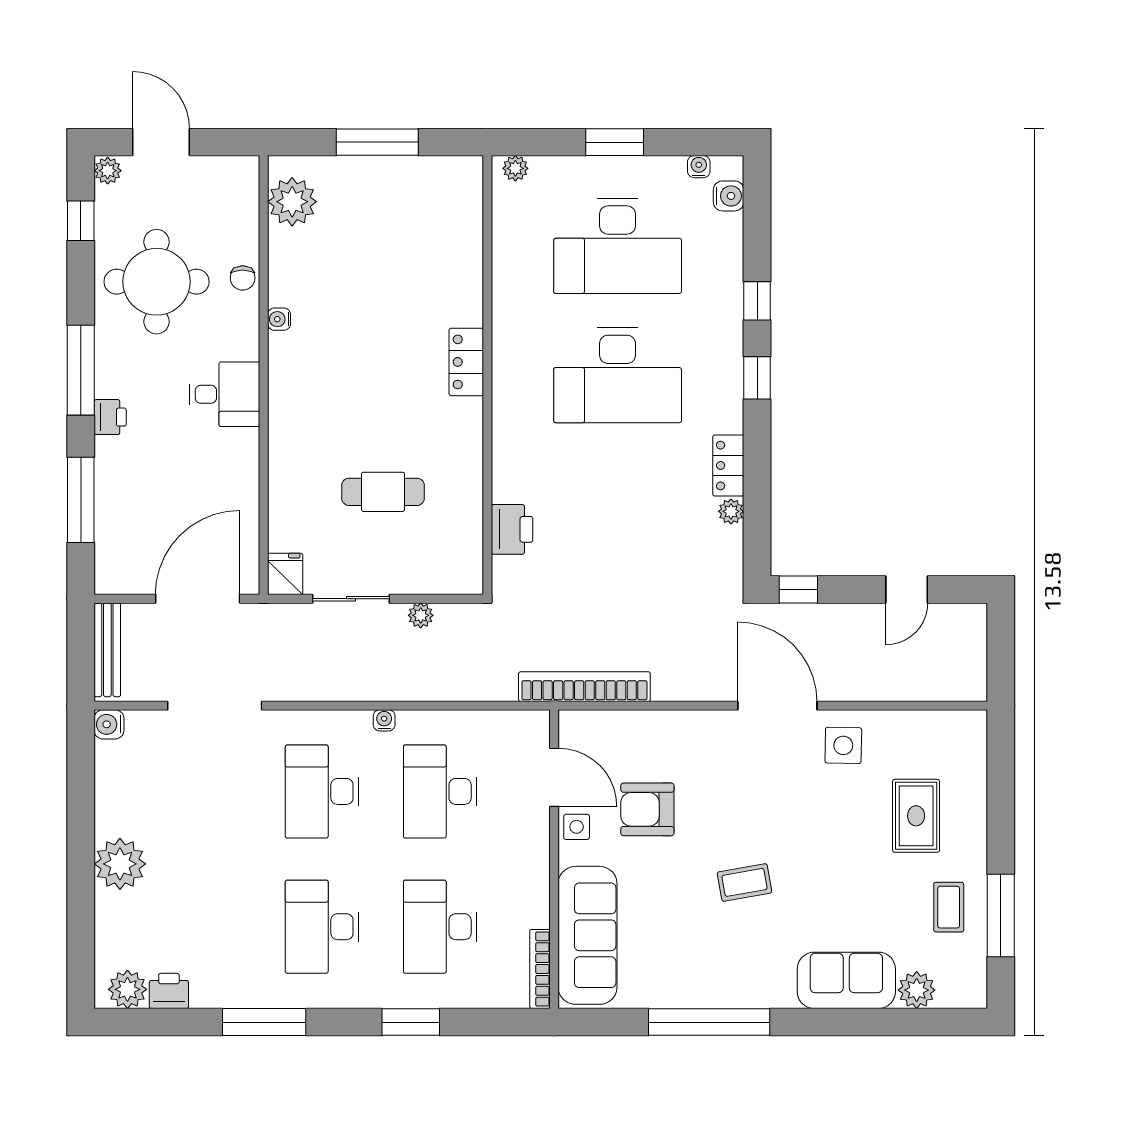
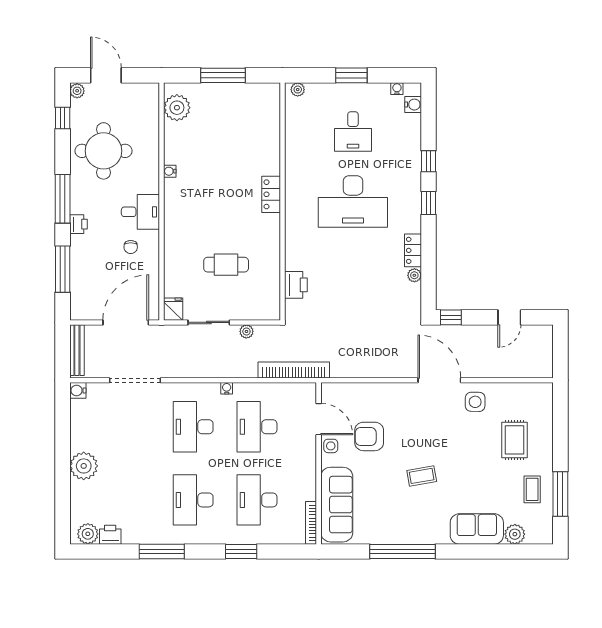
desk: (618, 246) -> (353, 131), width x0.53, depth x0.77
chair: (243, 278) -> (131, 247), moved
bookcase: (584, 687) -> (294, 370), moved

